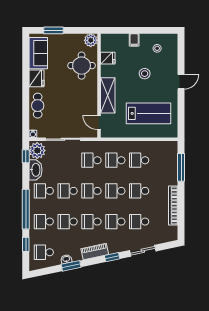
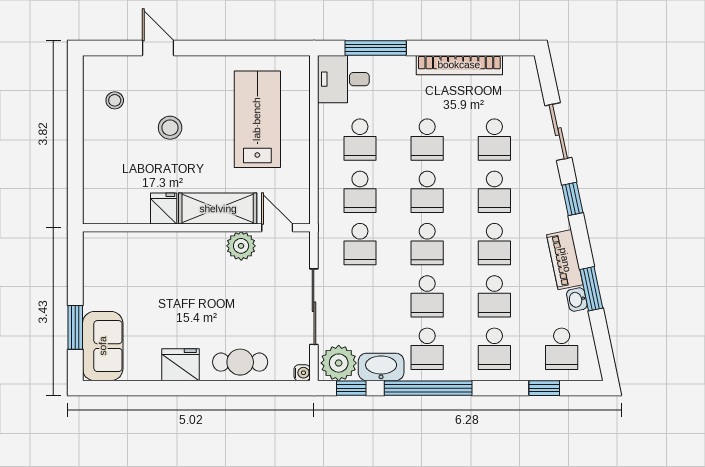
plant: (91, 40) -> (241, 246), moved
filing cabinet: (134, 40) -> (96, 151), removed
sofa: (38, 53) -> (103, 346), moved, turned 90
fridge: (108, 58) -> (164, 209), moved
round table: (82, 66) -> (153, 266), removed
door: (181, 82) -> (158, 48), moved
door: (99, 122) -> (277, 228), swing flipped
desk: (167, 153) -> (343, 79), added
window: (26, 209) -> (428, 388), moved
piano: (95, 252) -> (565, 260), moved

